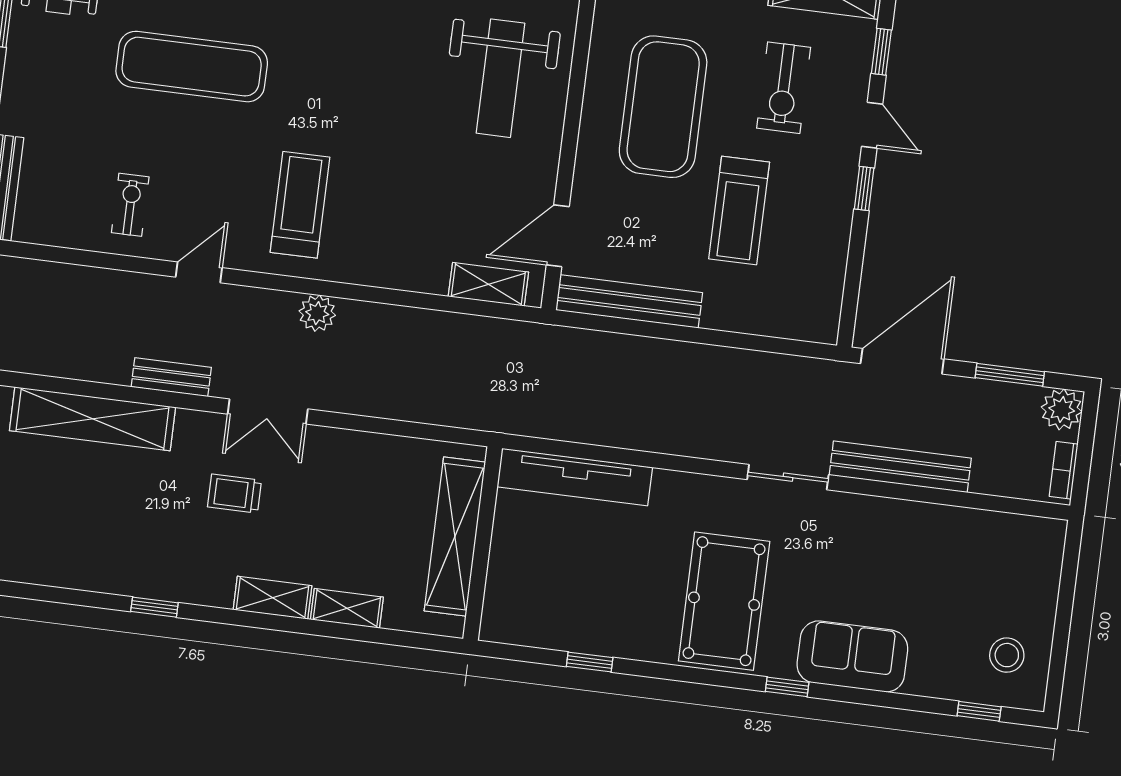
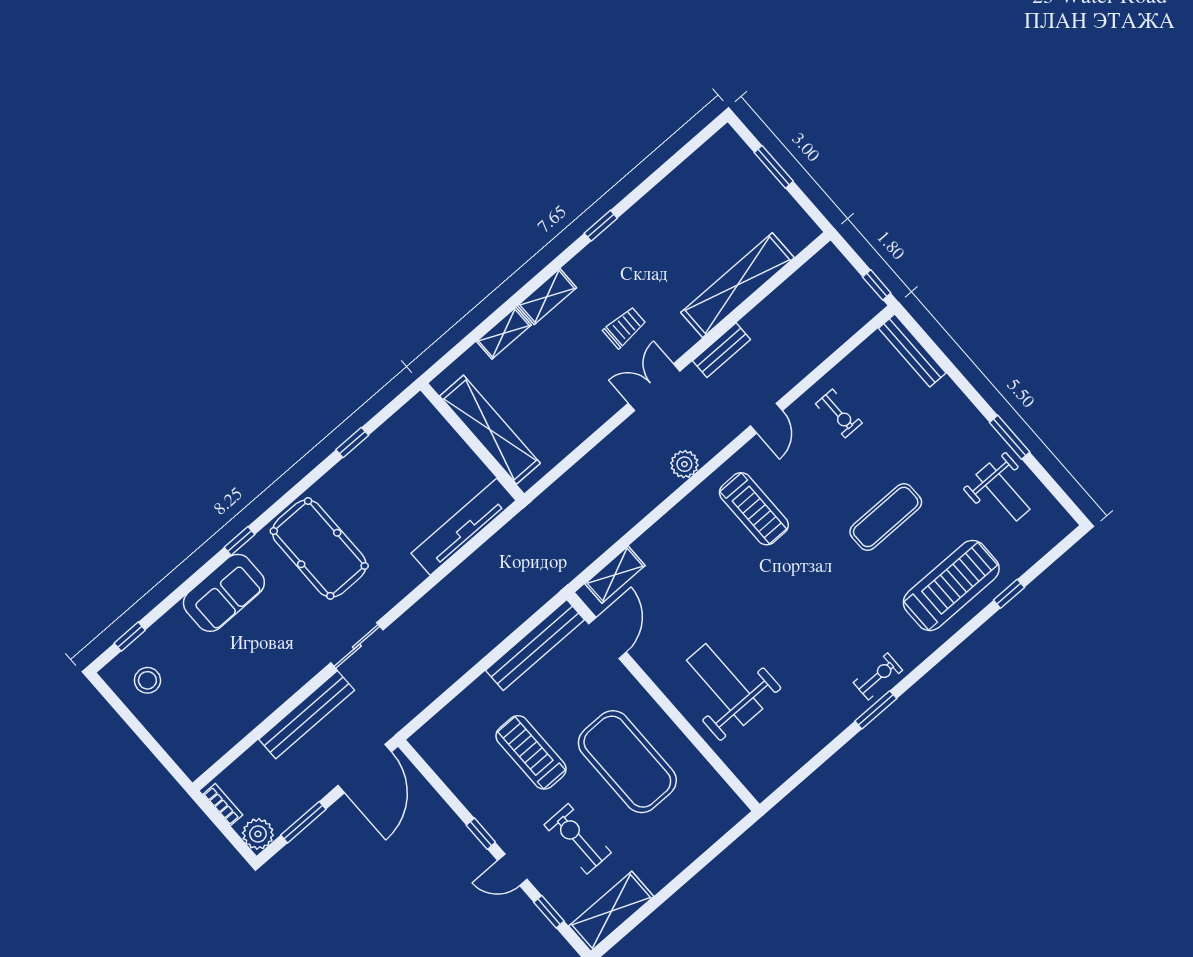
exercise mat: (192, 67) -> (886, 517), width x0.73, depth x0.69

